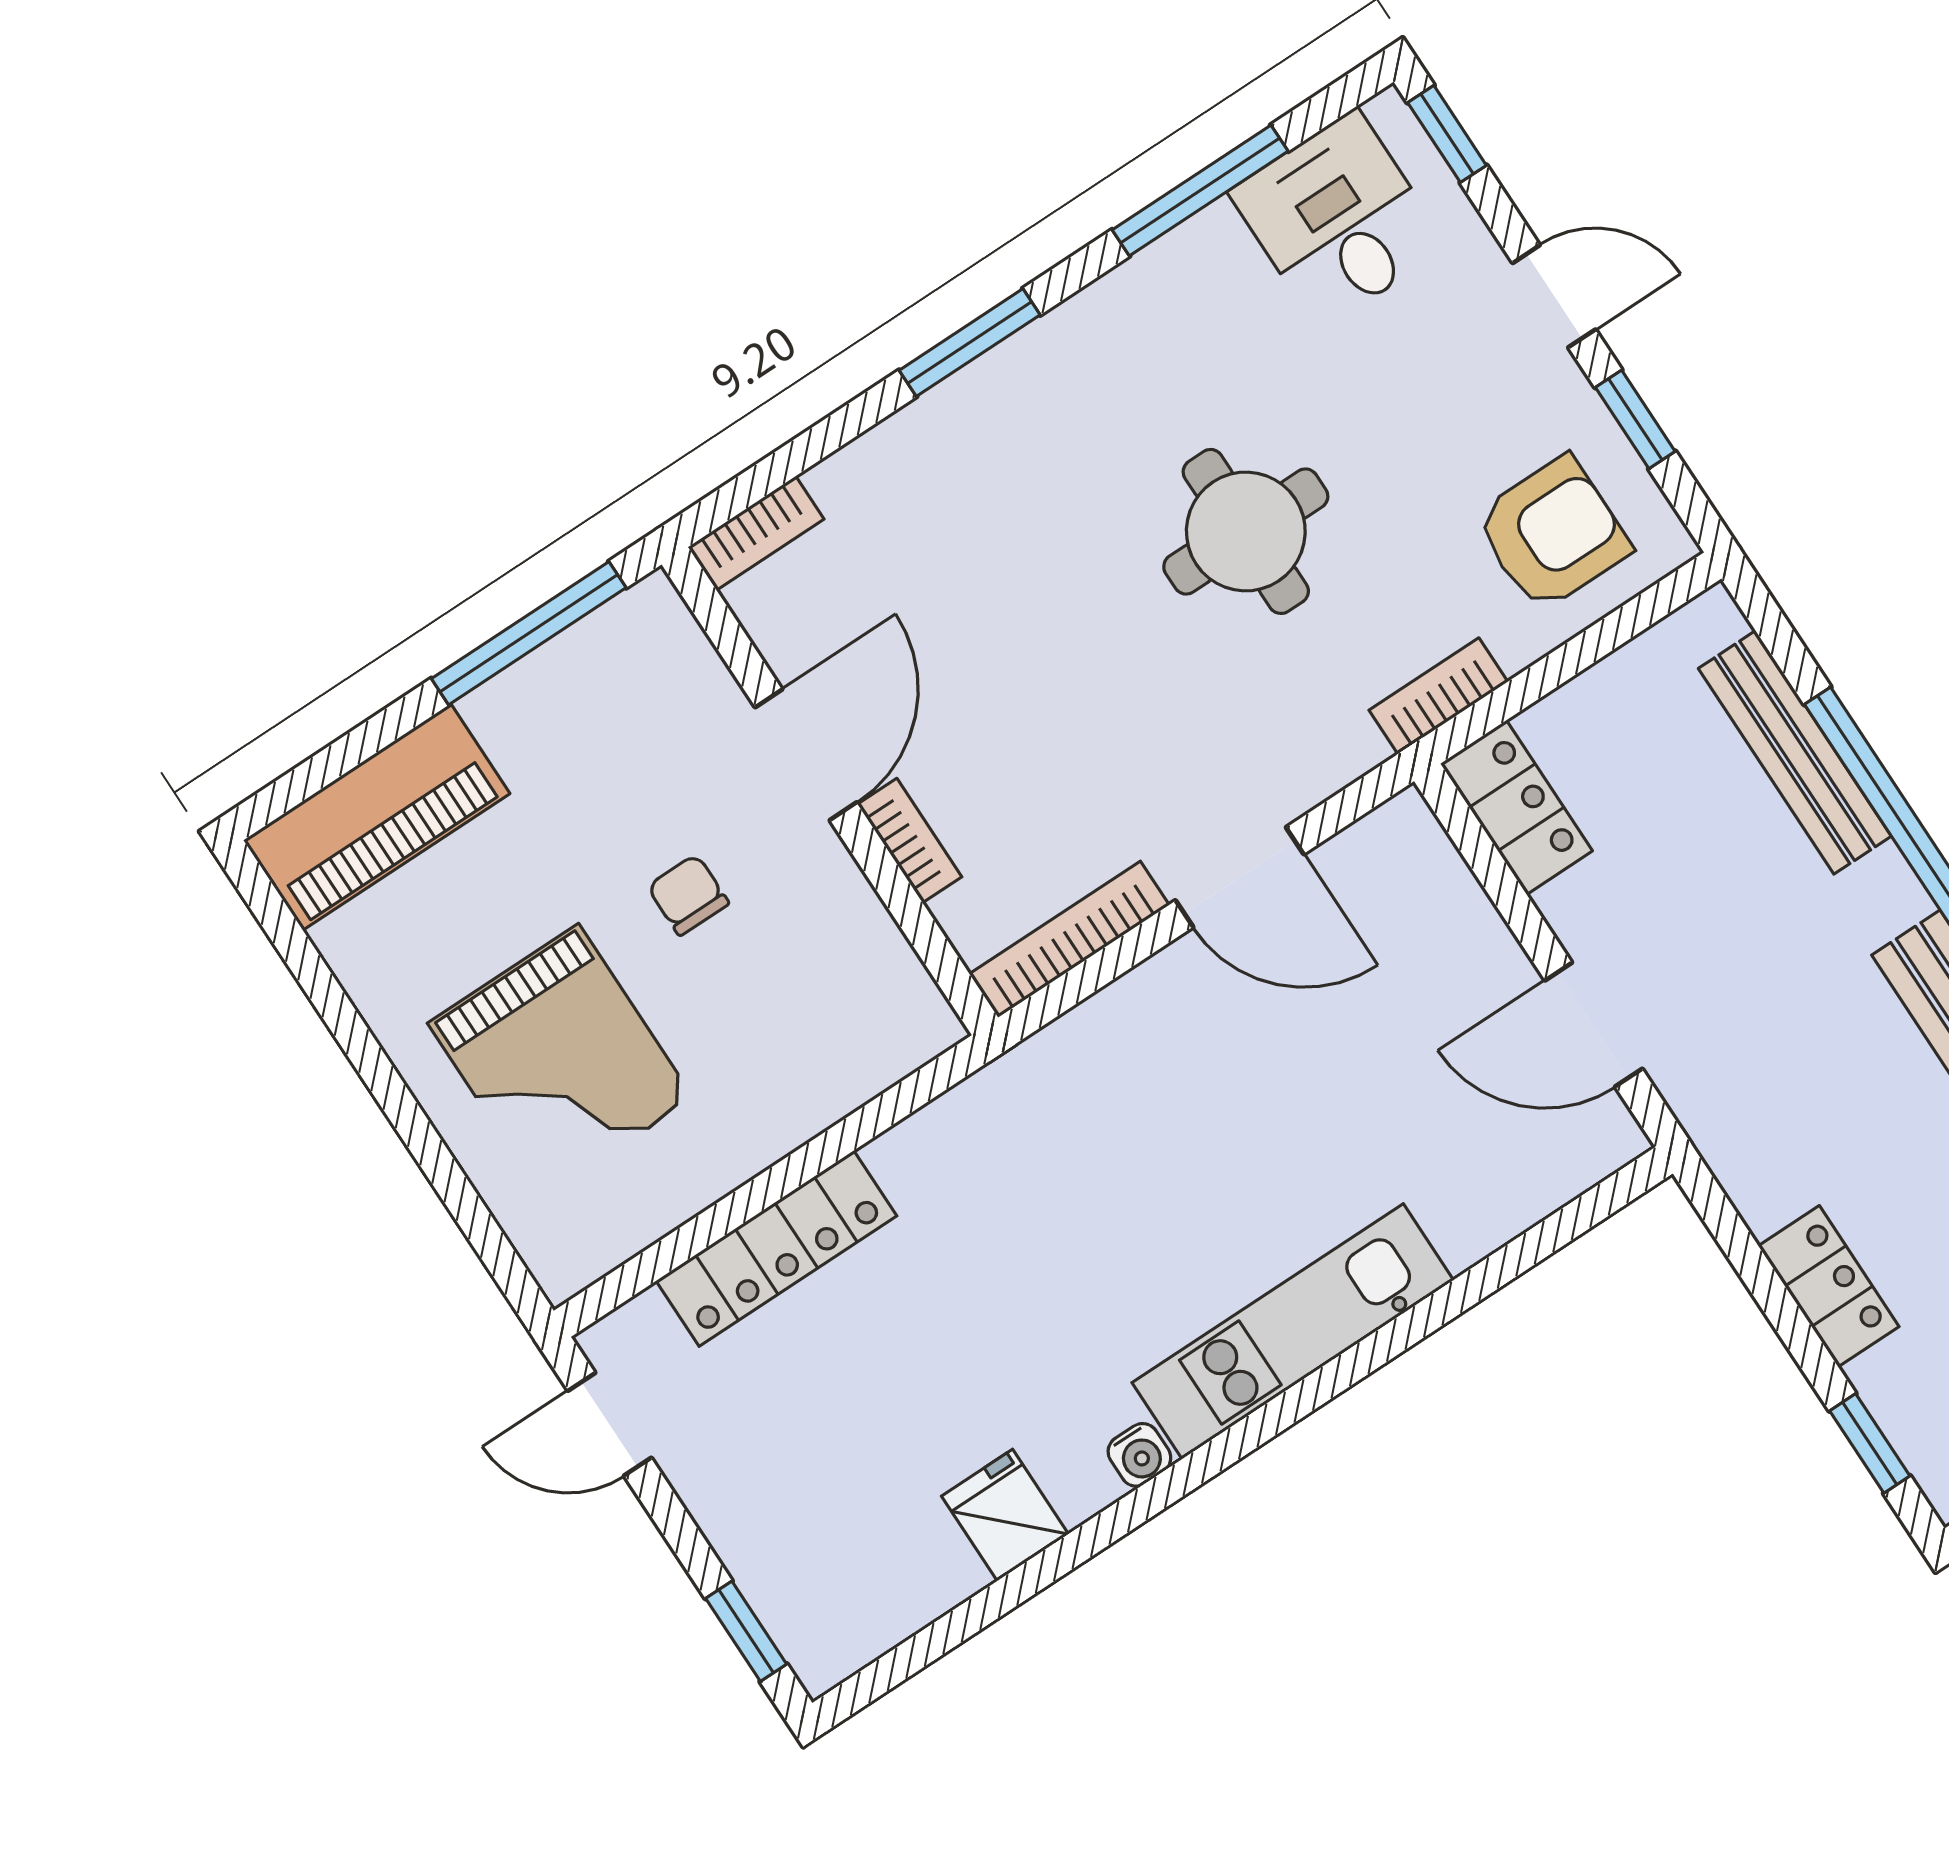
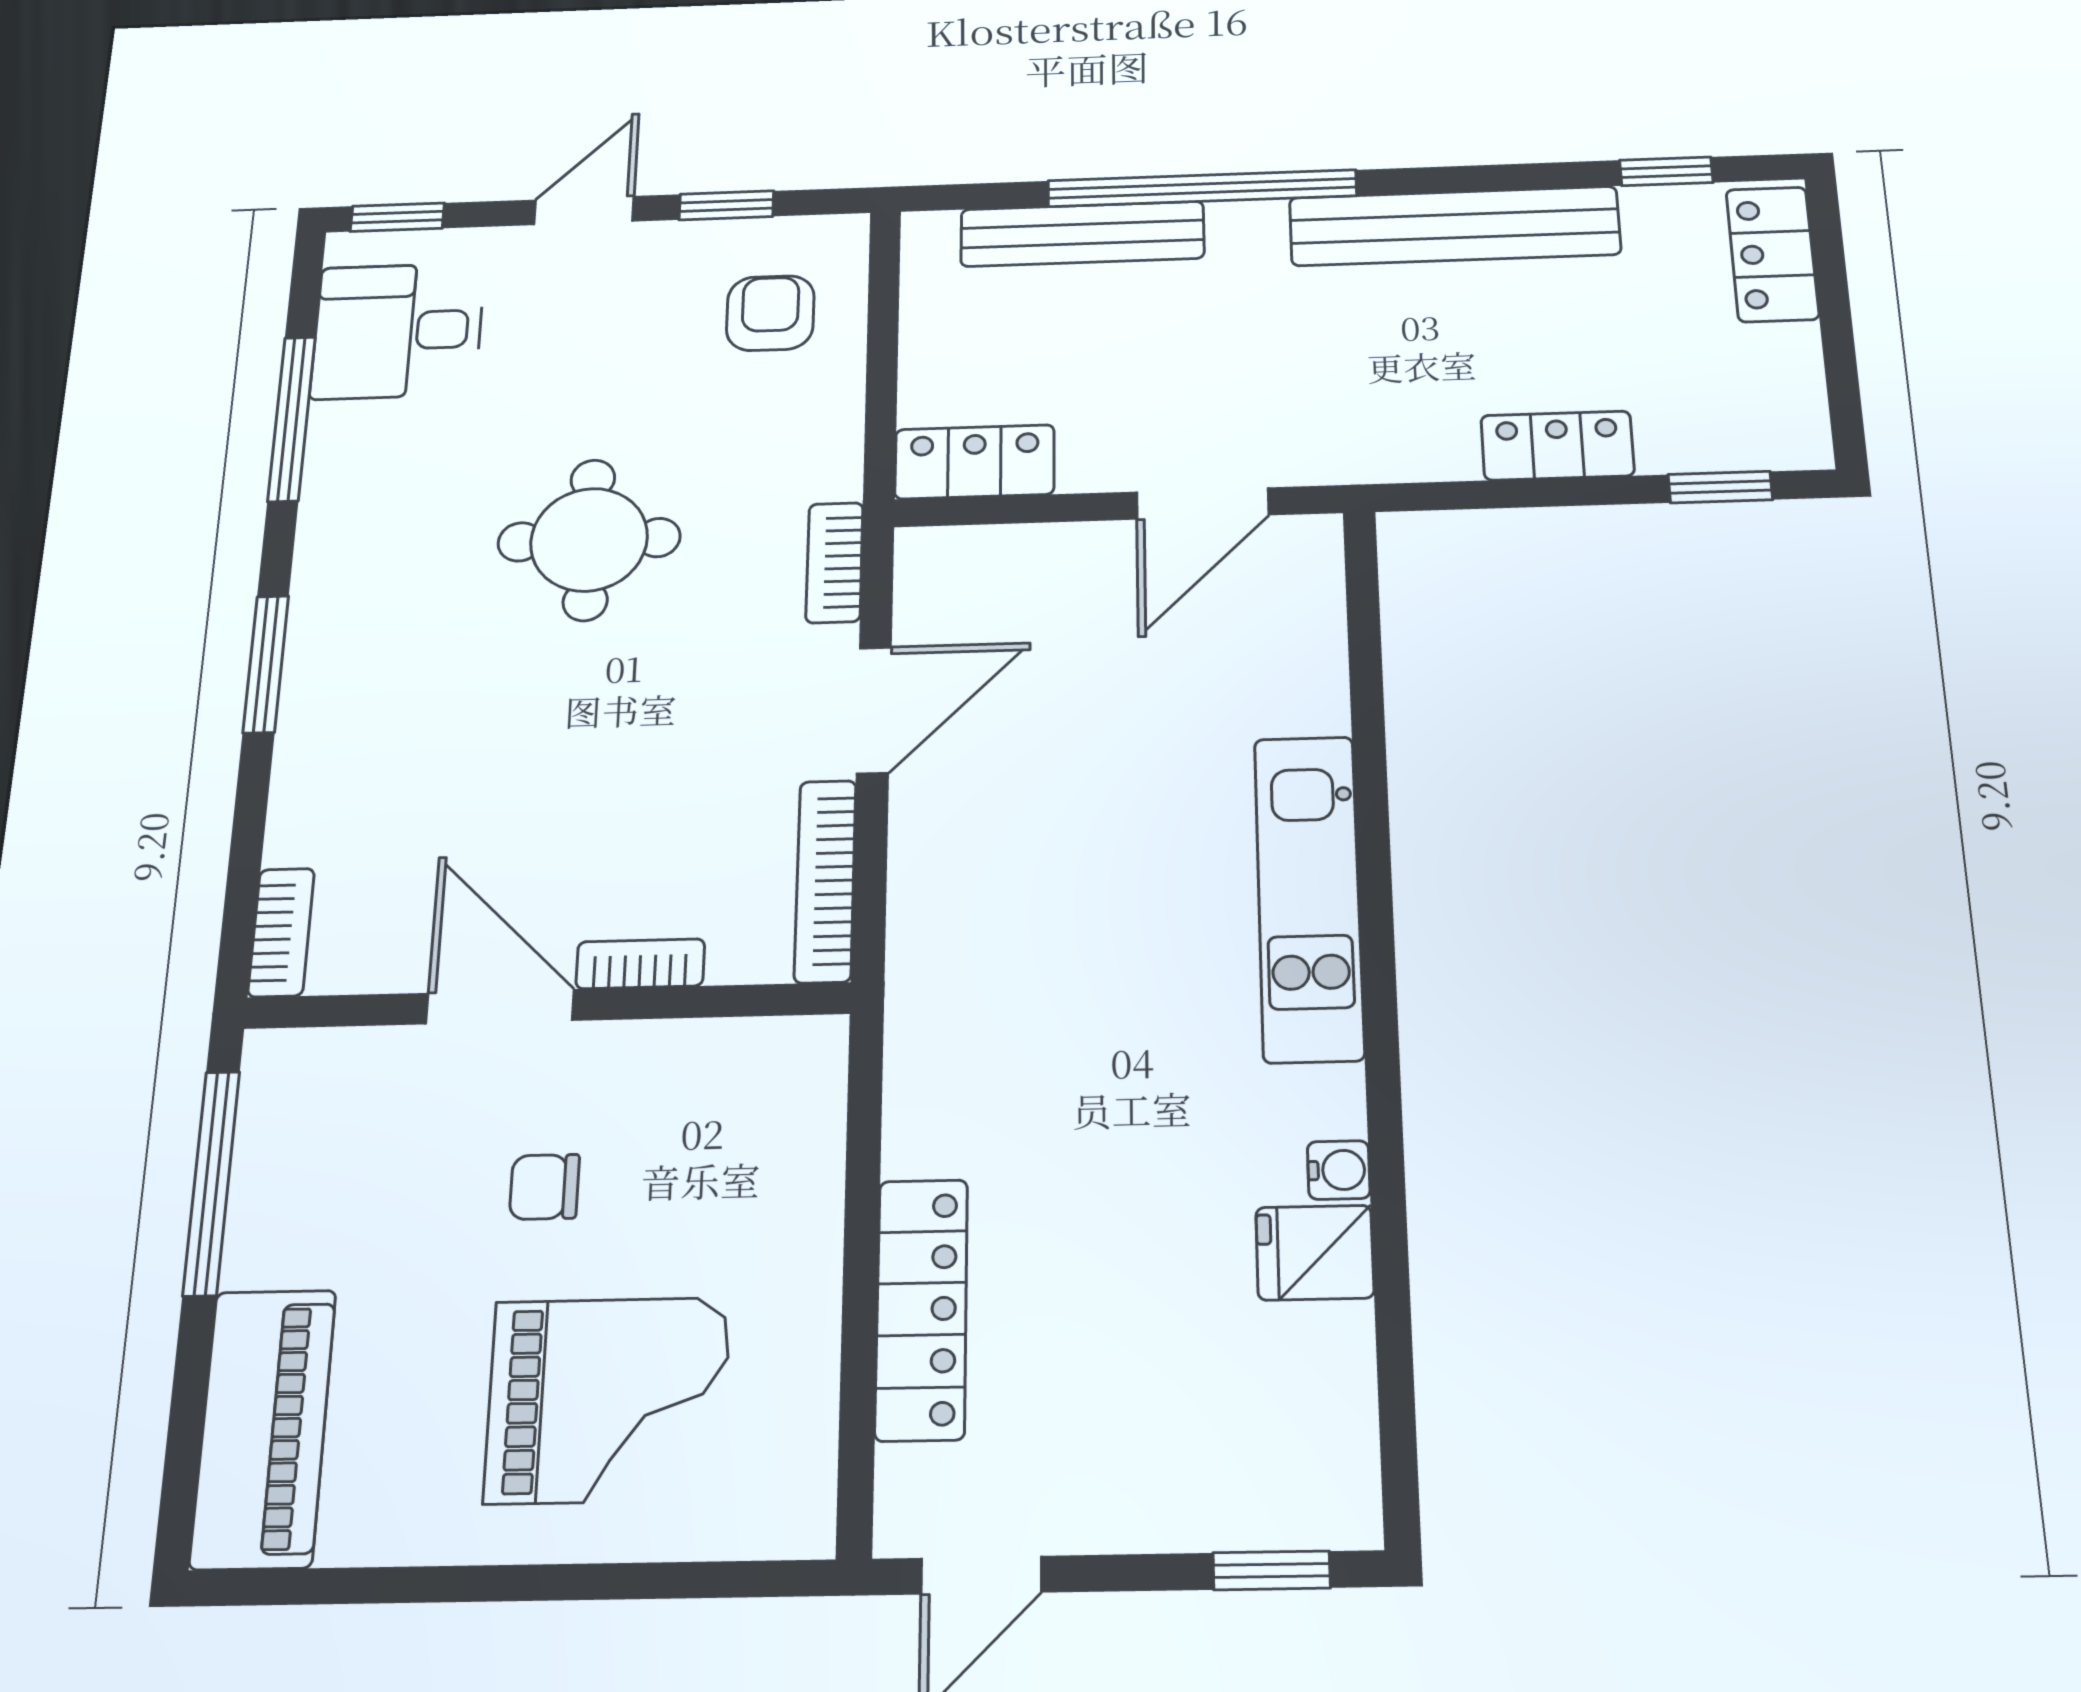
armchair: (1552, 534) -> (770, 313), width x0.72, depth x0.72
bookcase: (1438, 696) -> (835, 563), moved
water cooler: (1139, 1455) -> (1339, 1170), moved

